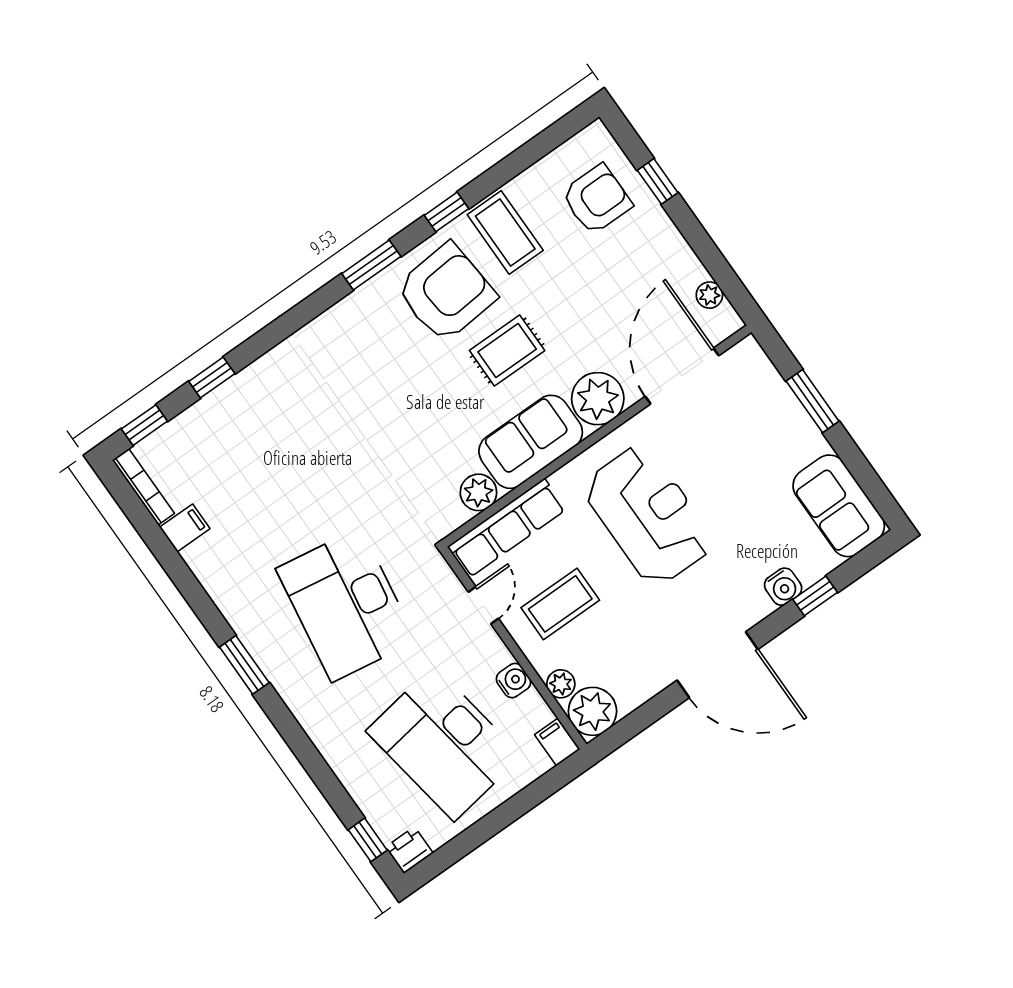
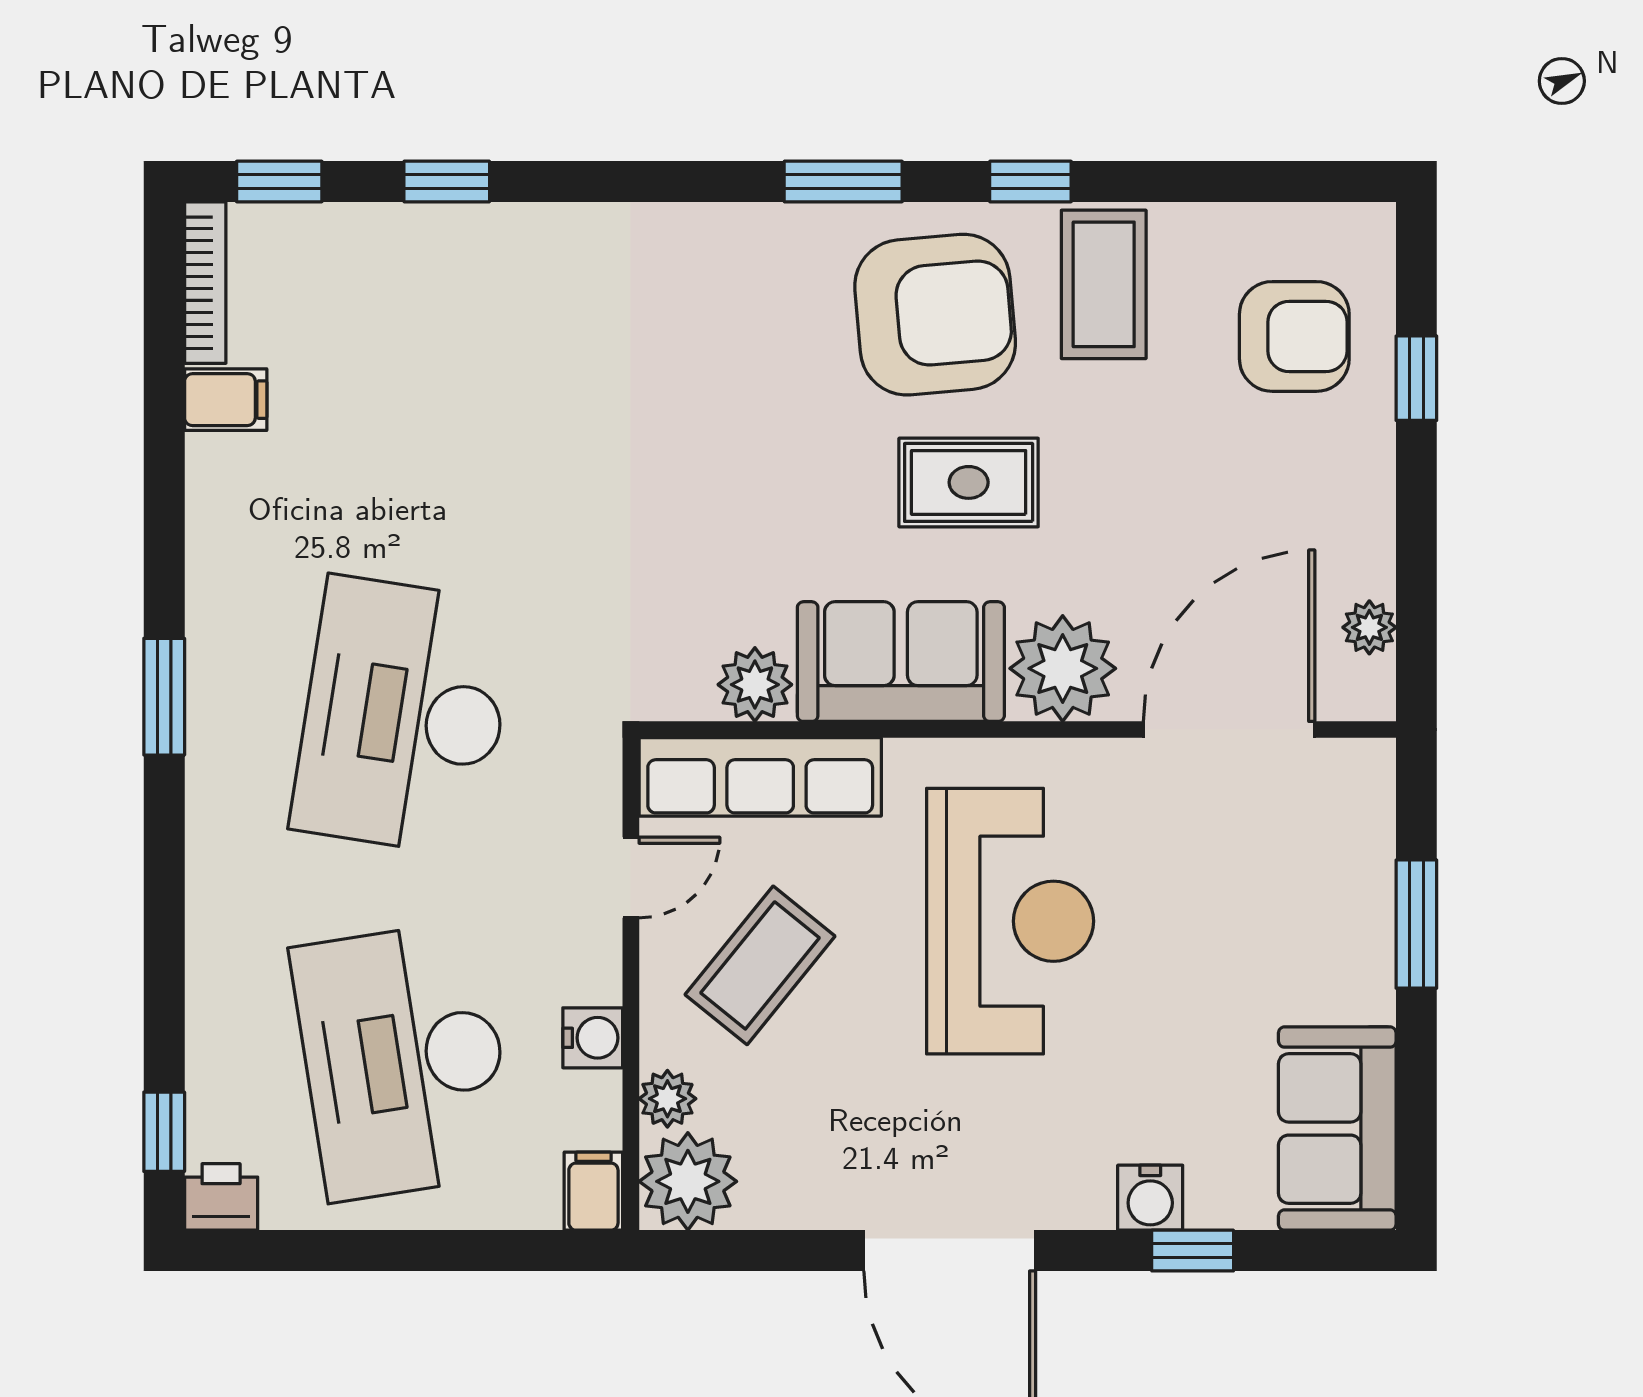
coffee table: (560, 604) -> (760, 965), turned -51

